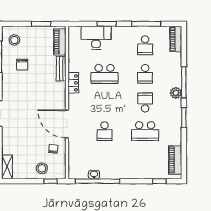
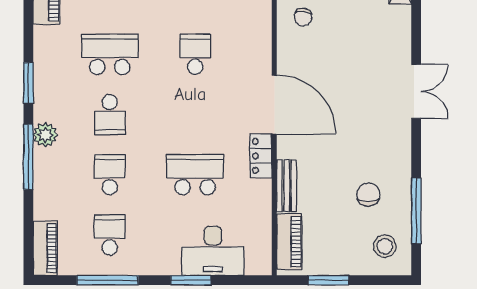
door: (67, 124) -> (274, 104), moved

